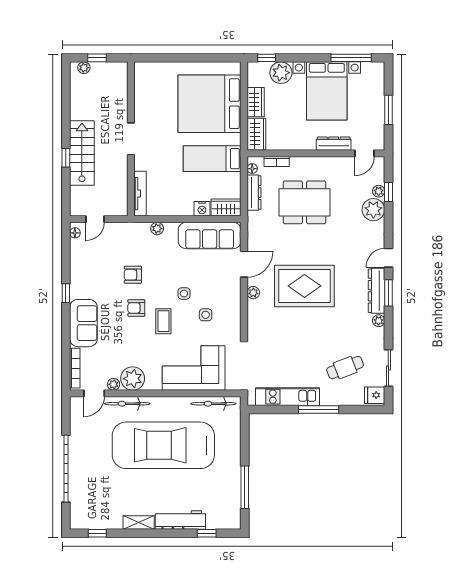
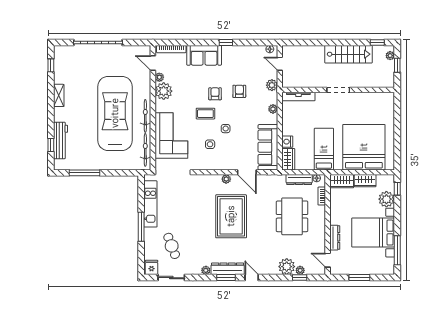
stairs: (82, 153) -> (348, 54), moved
window: (66, 158) -> (377, 43), moved
plant: (124, 230) -> (272, 85), added
bicycle: (127, 404) -> (145, 116), moved
workbench: (180, 520) -> (61, 140), moved

